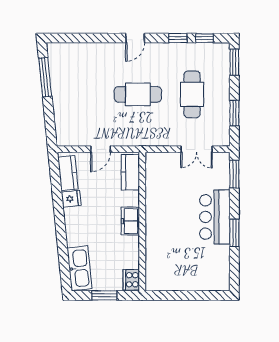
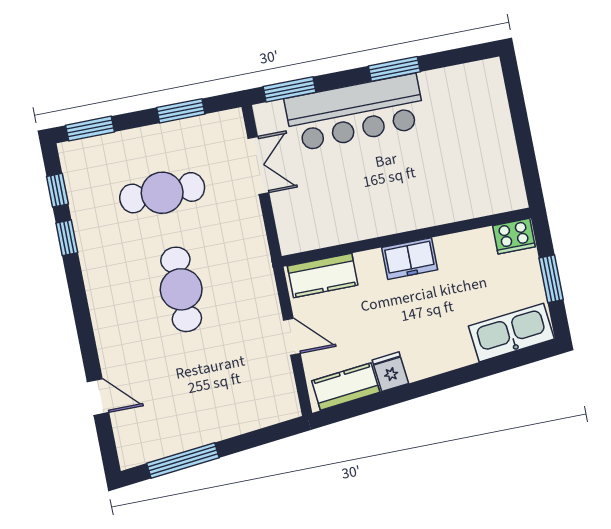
door: (135, 38) -> (98, 397), moved
bar counter: (215, 217) -> (355, 113), width x1.36

